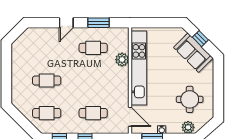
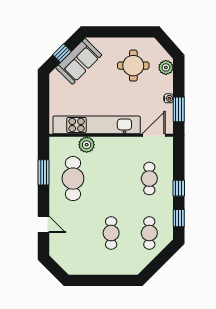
door: (66, 23) -> (43, 224), moved
cafe table: (93, 48) -> (73, 179), width x1.37, depth x1.35

